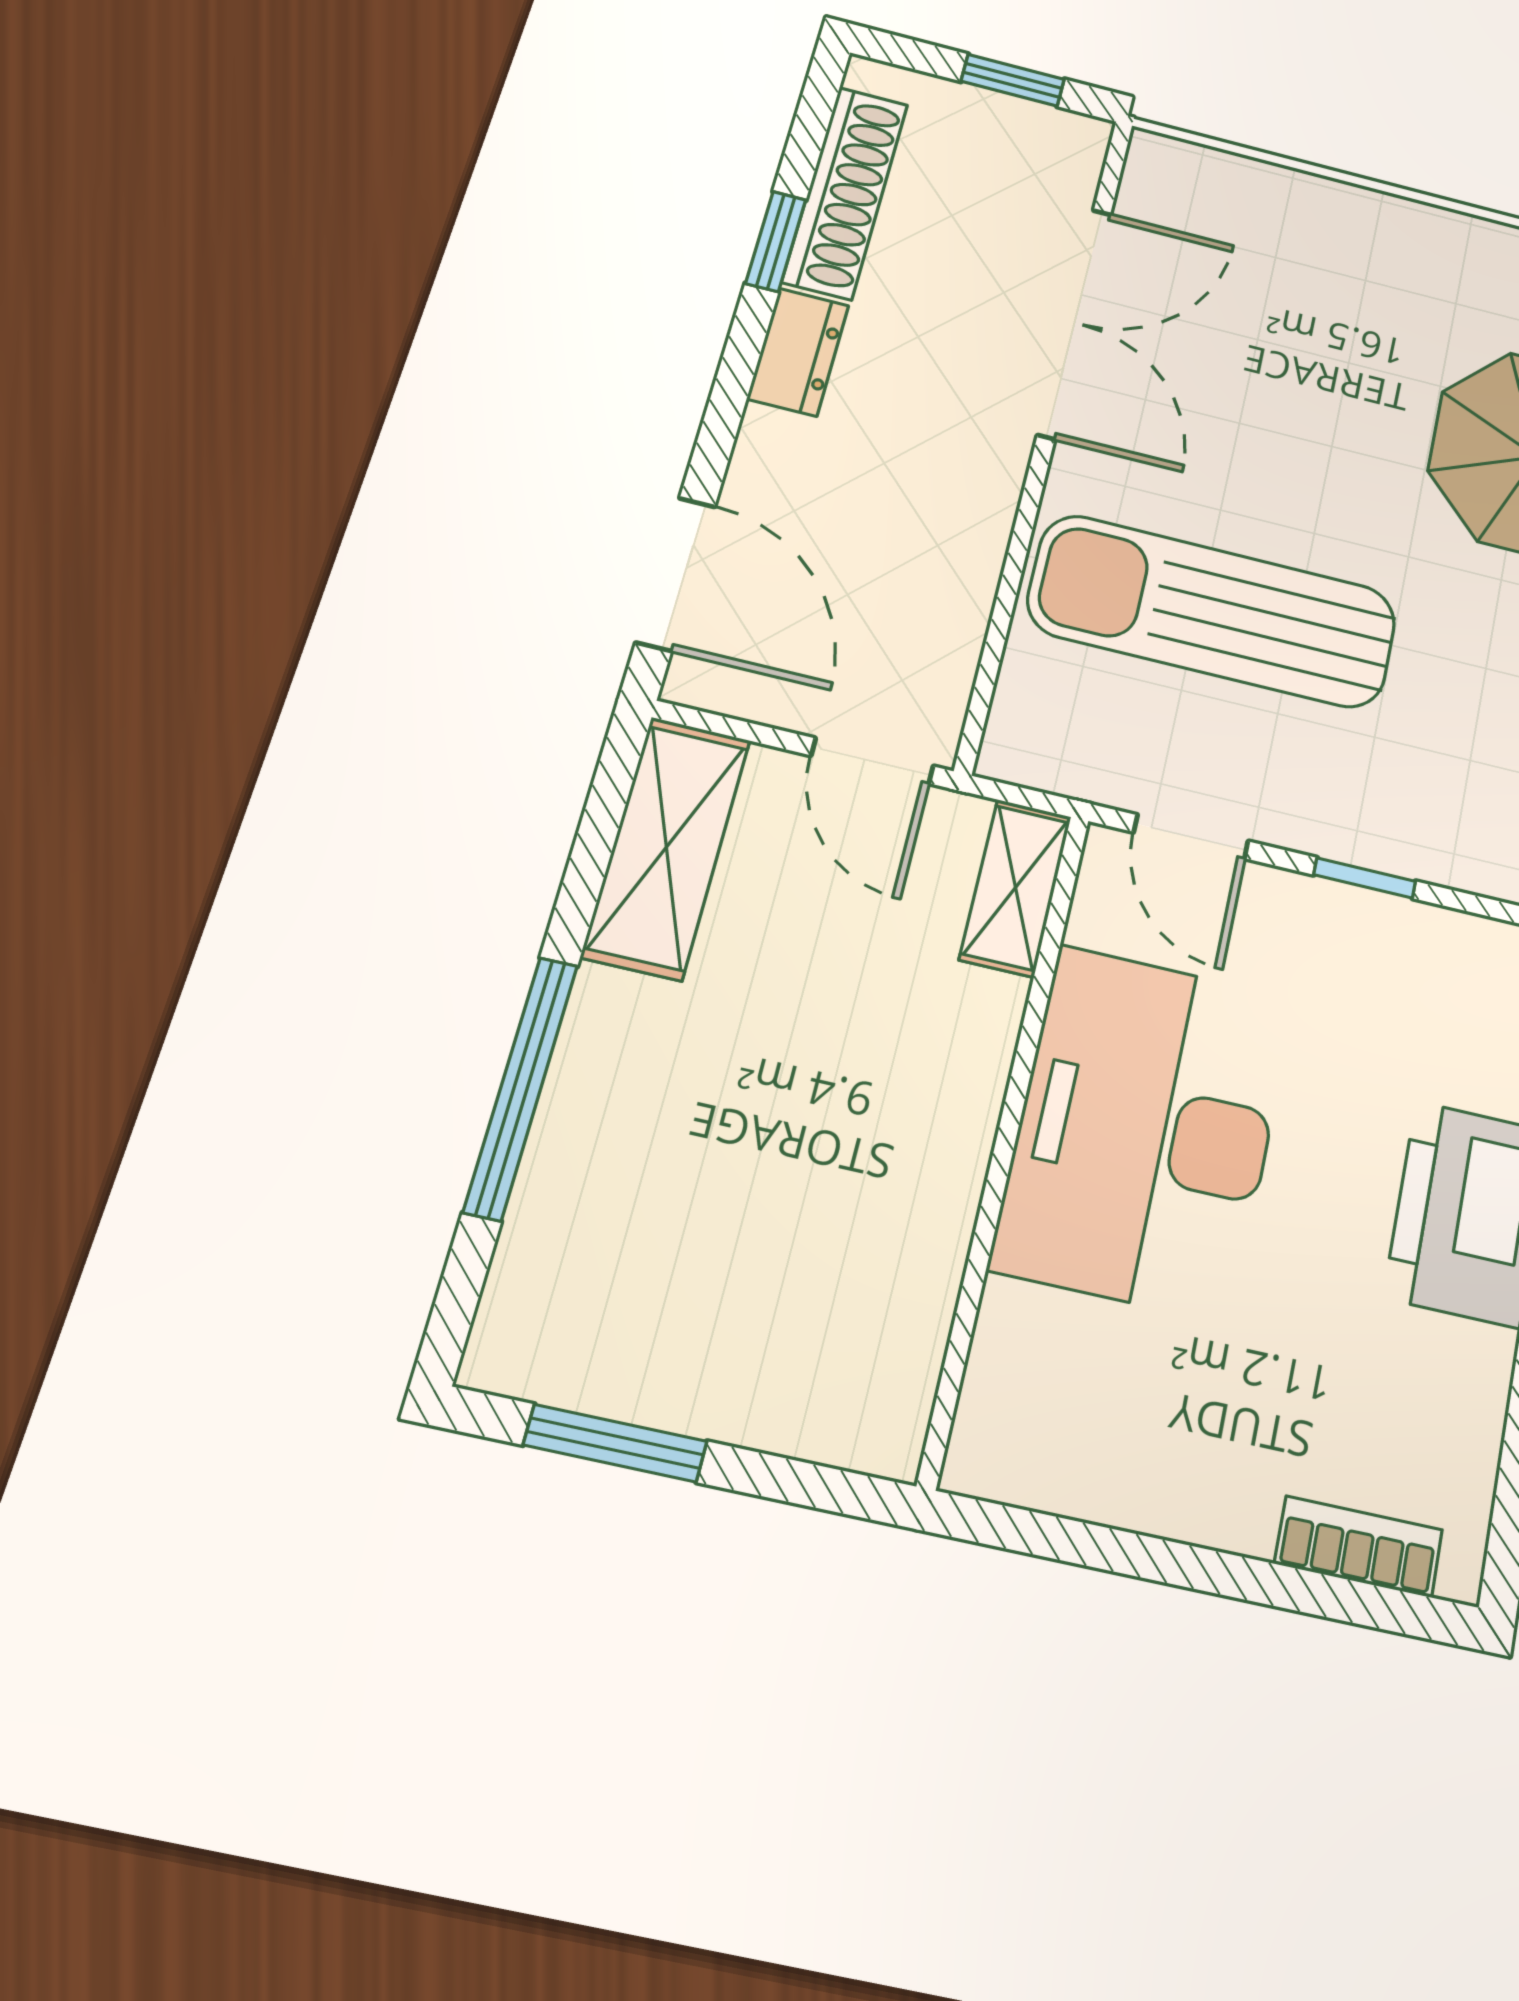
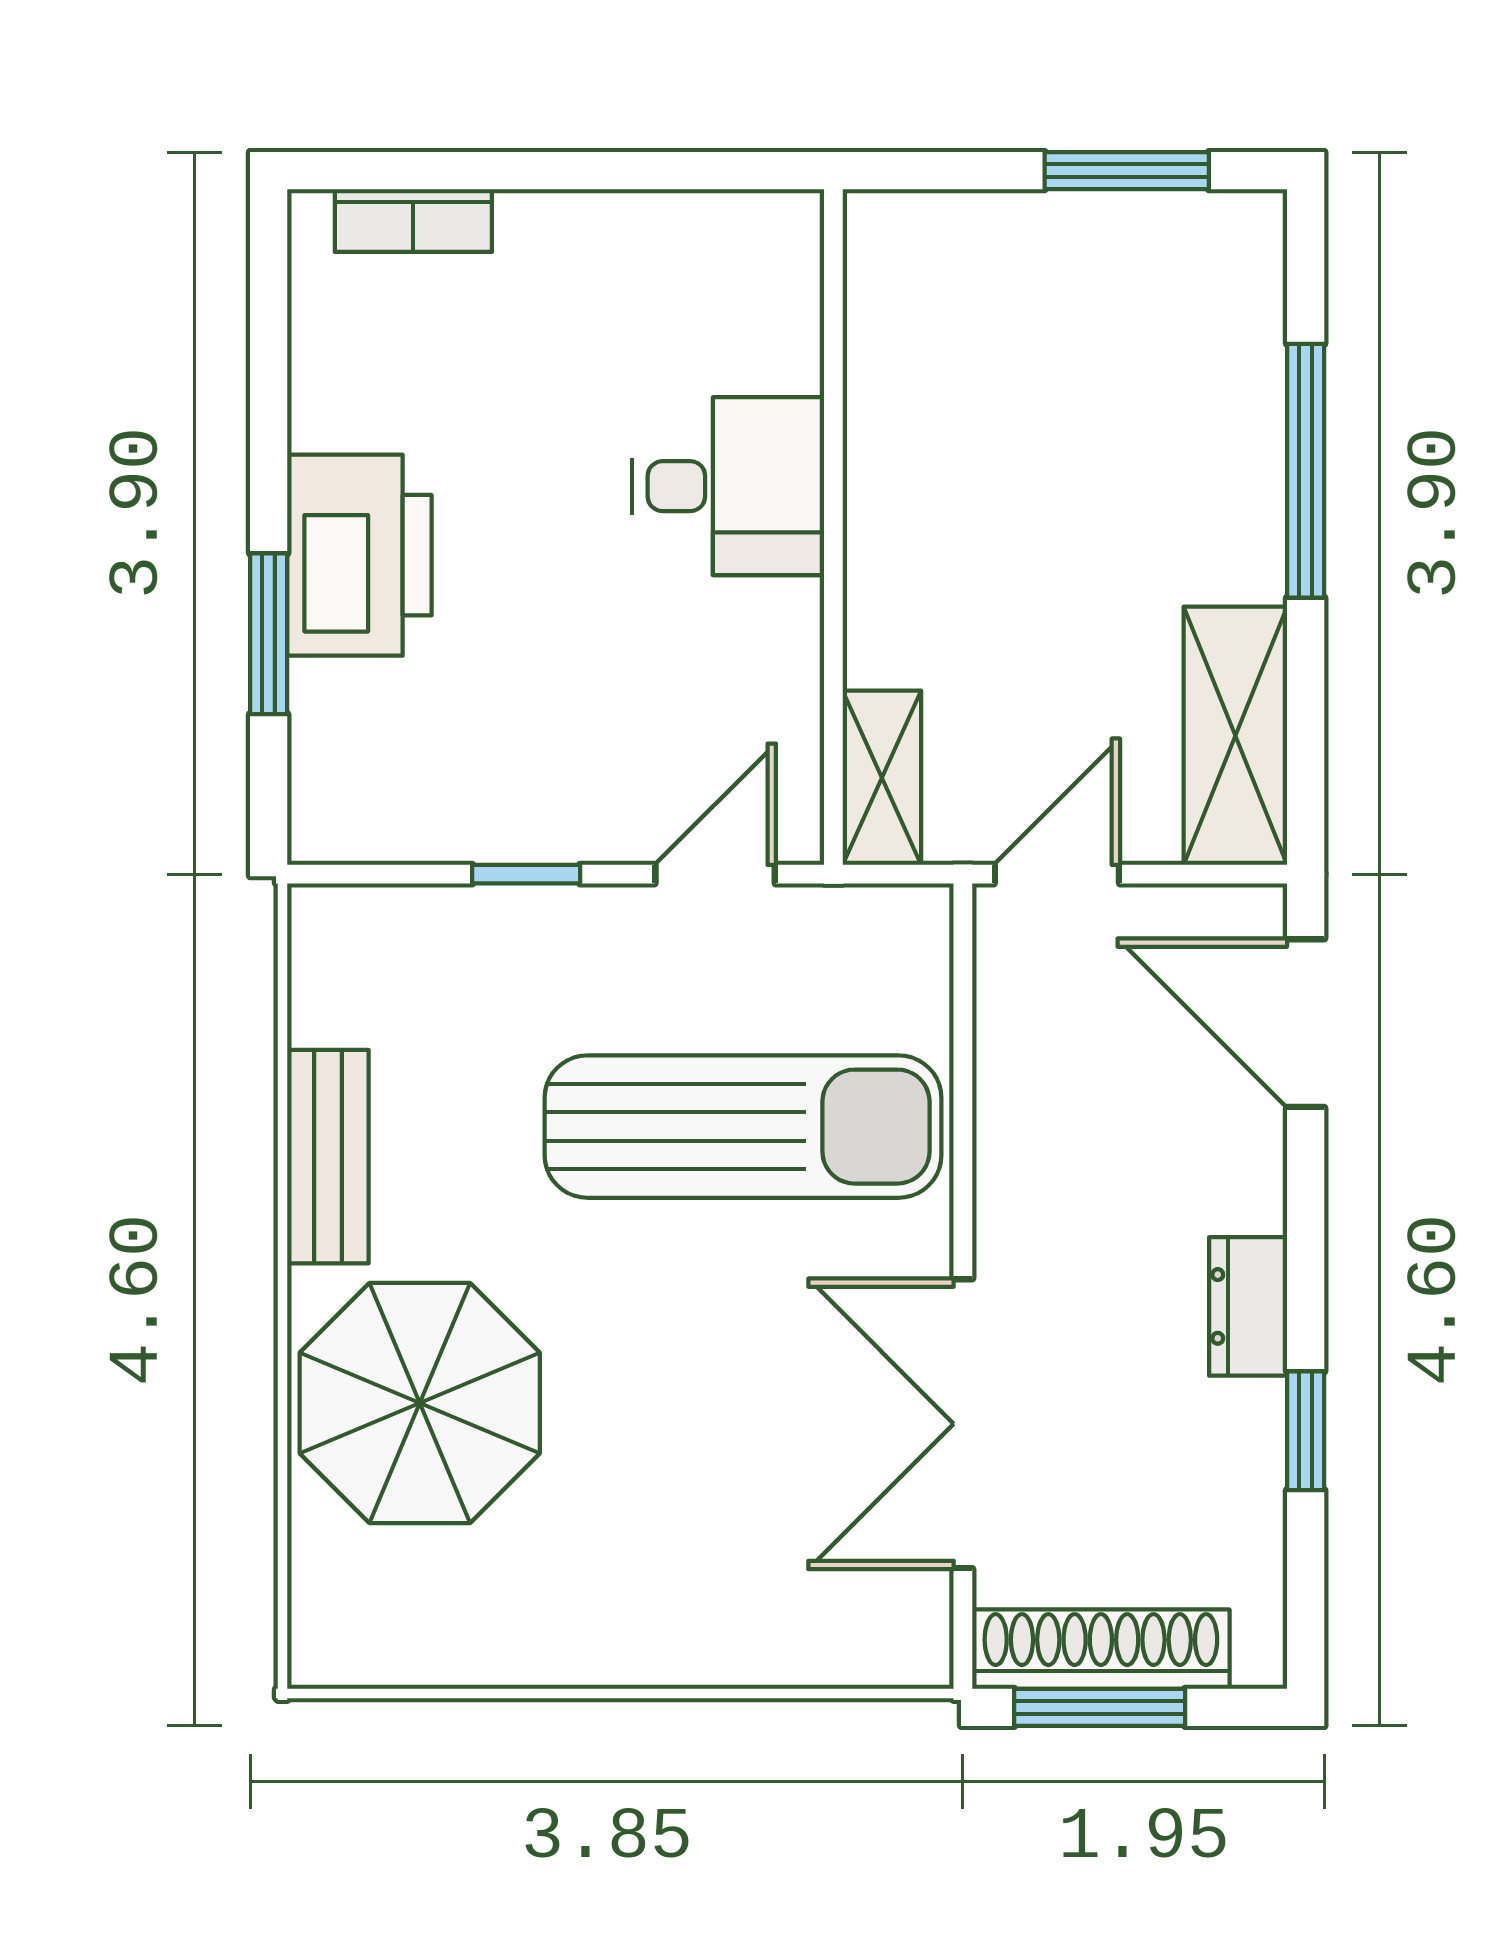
window: (1013, 80) -> (1100, 1707), width x1.50
shoe rack: (845, 192) -> (1101, 1649), moved, turned 90
door: (872, 761) -> (1057, 874), hinge flipped
door: (1191, 837) -> (715, 874), hinge flipped
desk: (1145, 1131) -> (728, 486), width x0.53, depth x0.77

